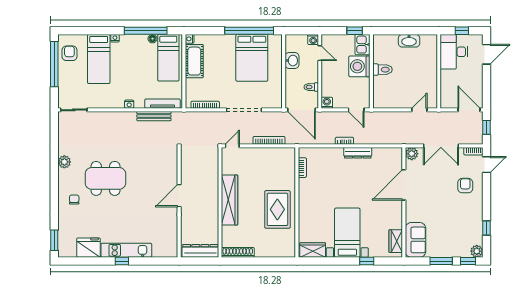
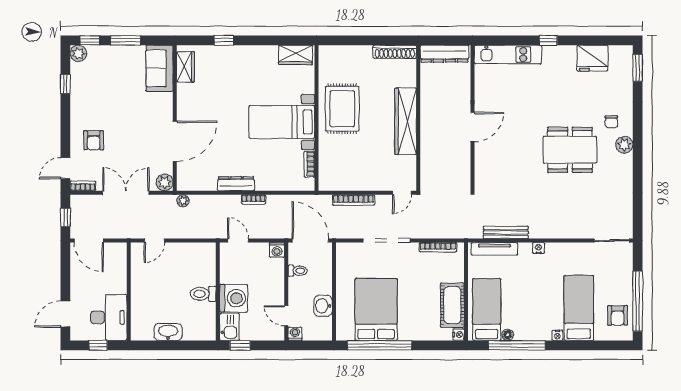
plant: (398, 140) -> (183, 201), added
plant: (64, 162) -> (624, 145), moved
bed with nightstands: (347, 233) -> (282, 122), moved, turned 90
kitchen unit: (126, 250) -> (508, 55), moved

